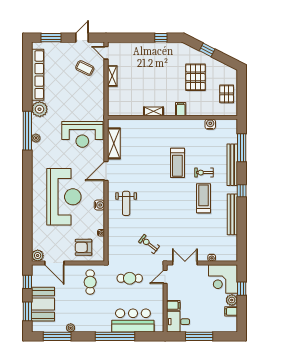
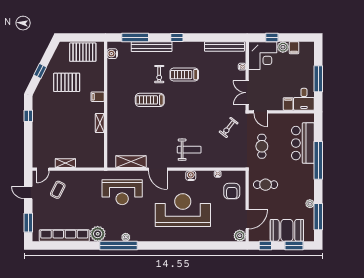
pallet: (227, 94) -> (83, 52), width x1.50, depth x1.42
water cooler: (210, 124) -> (112, 54), moved
reception desk: (82, 134) -> (122, 192), turned 90
treadmill: (177, 163) -> (150, 100), turned 180
bench: (232, 214) -> (224, 47), moved

